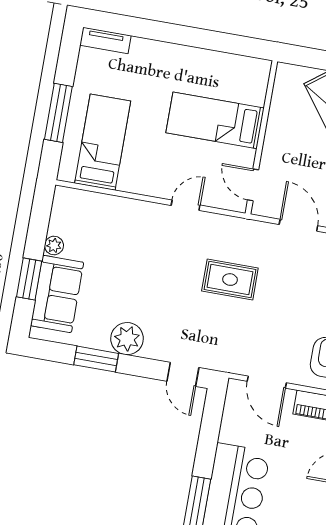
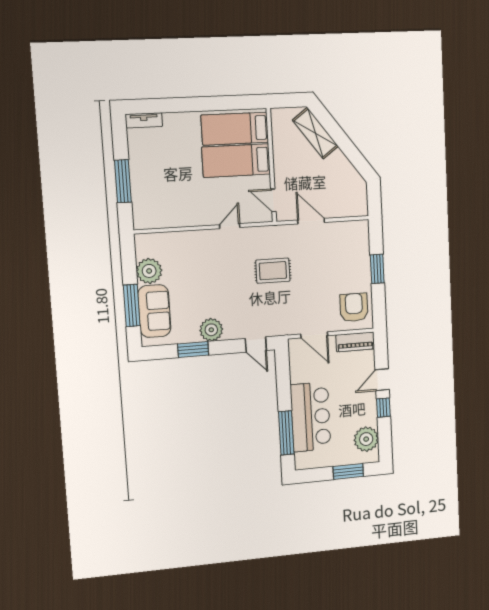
bed: (103, 142) -> (235, 129), moved, turned -90
plant: (54, 245) -> (149, 271), width x1.88, depth x1.88
window: (29, 279) -> (132, 306), width x1.44

